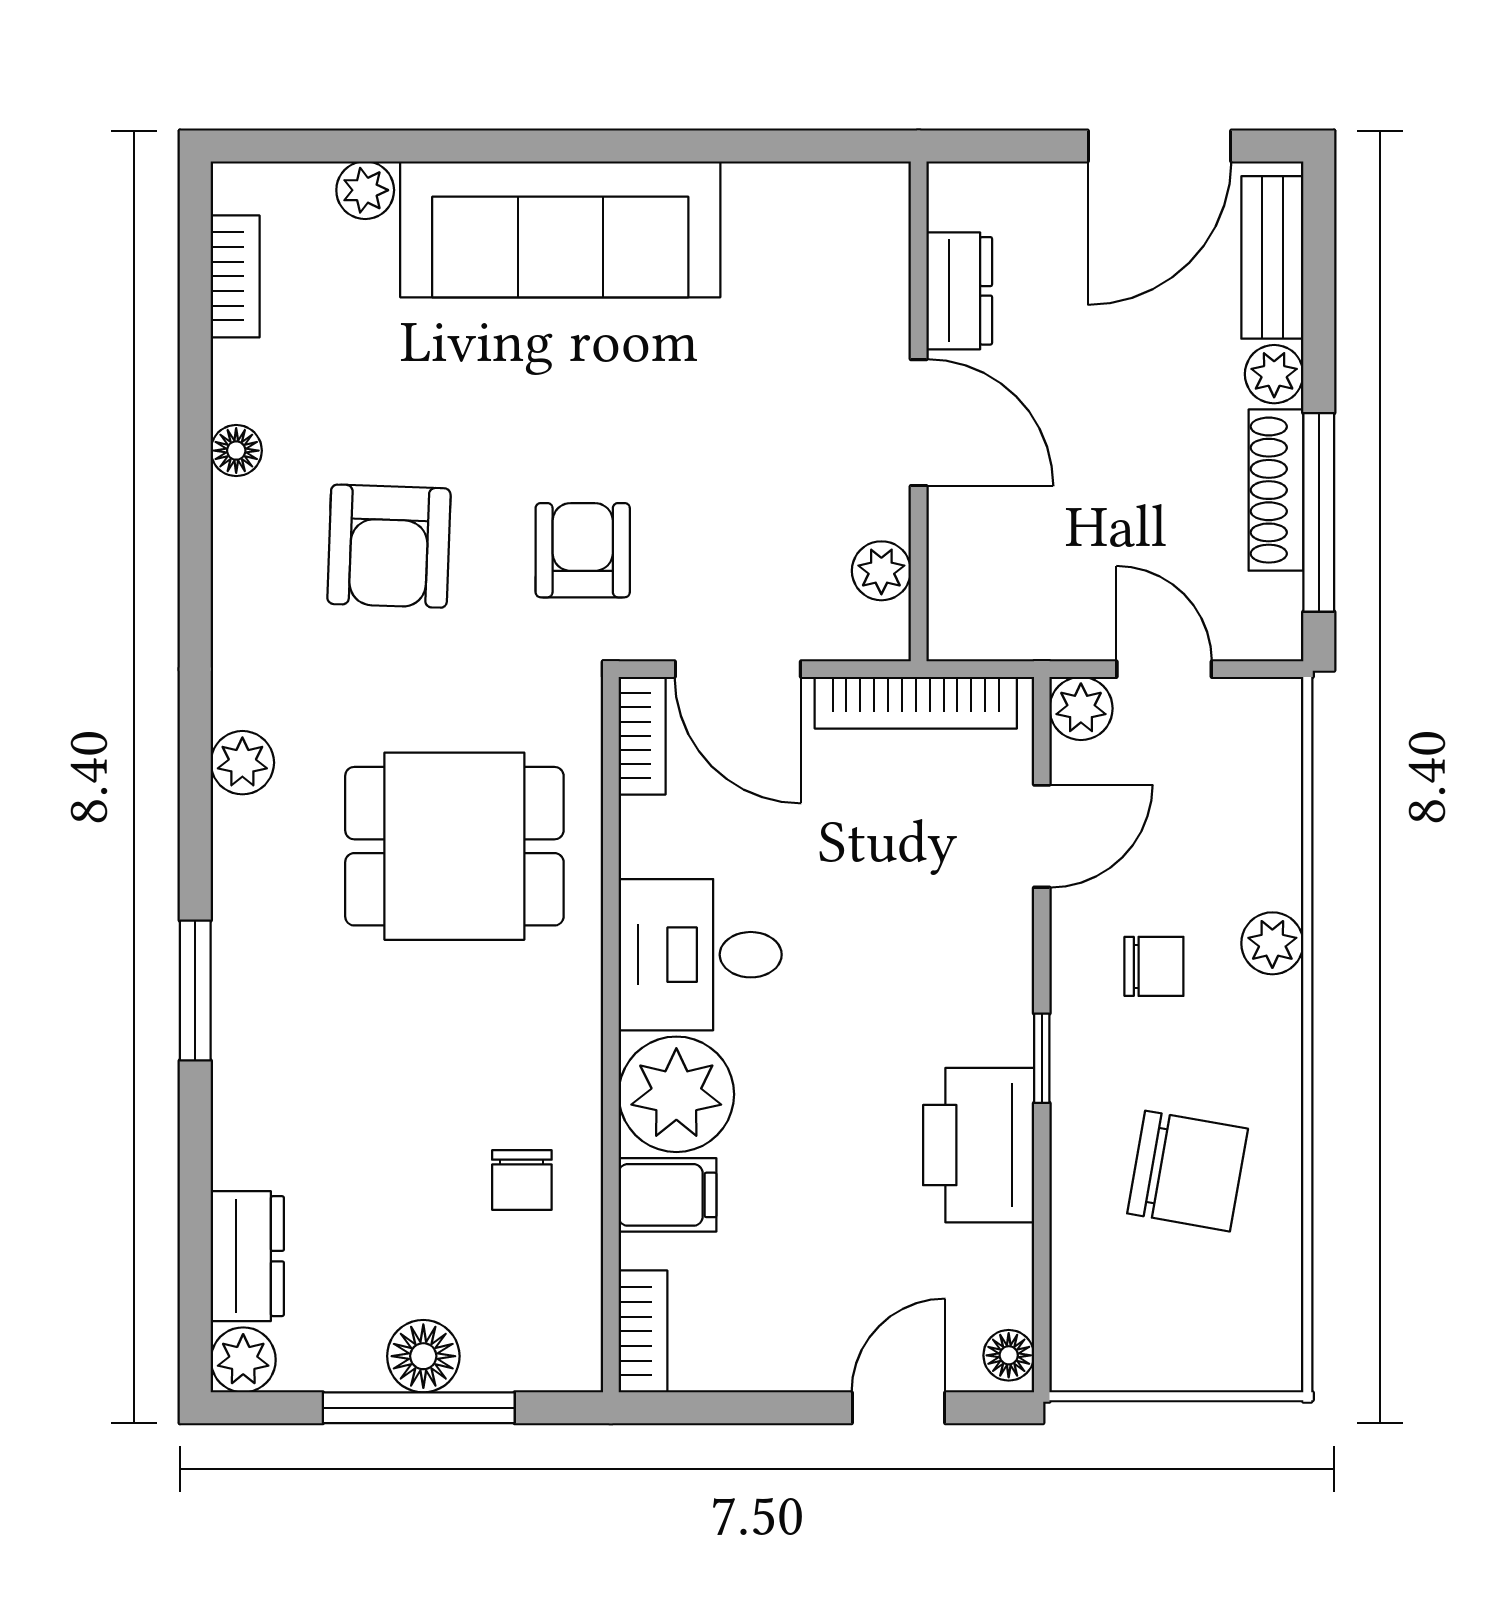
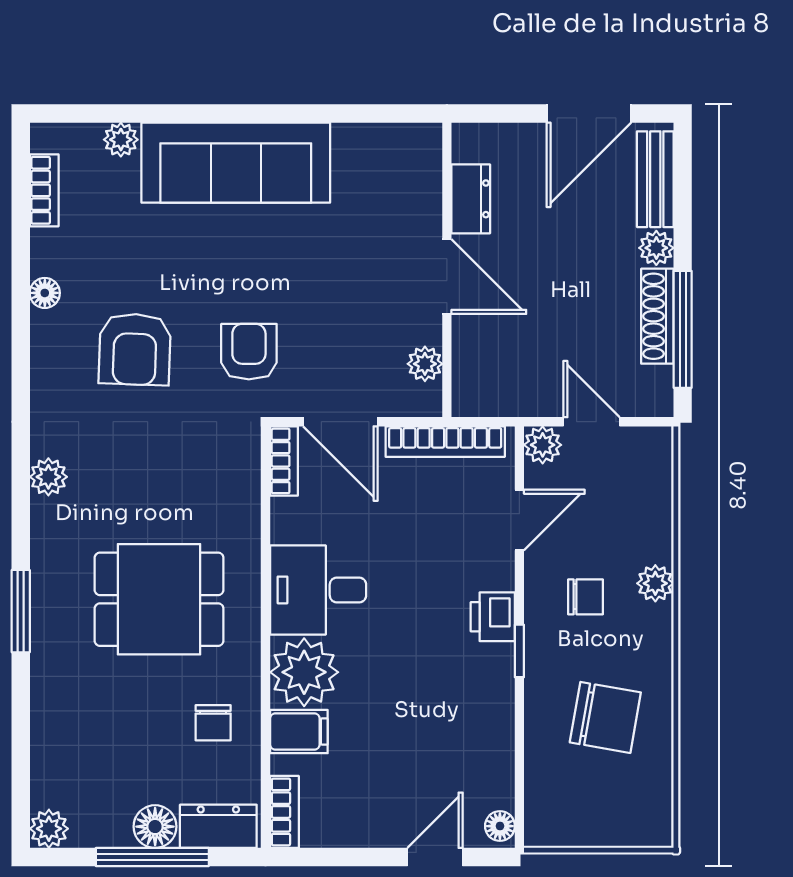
dining table: (454, 846) -> (159, 599), moved
printer: (979, 1145) -> (493, 617), moved, width x0.53, depth x0.68
dresser: (247, 1256) -> (218, 826), moved, turned -90

